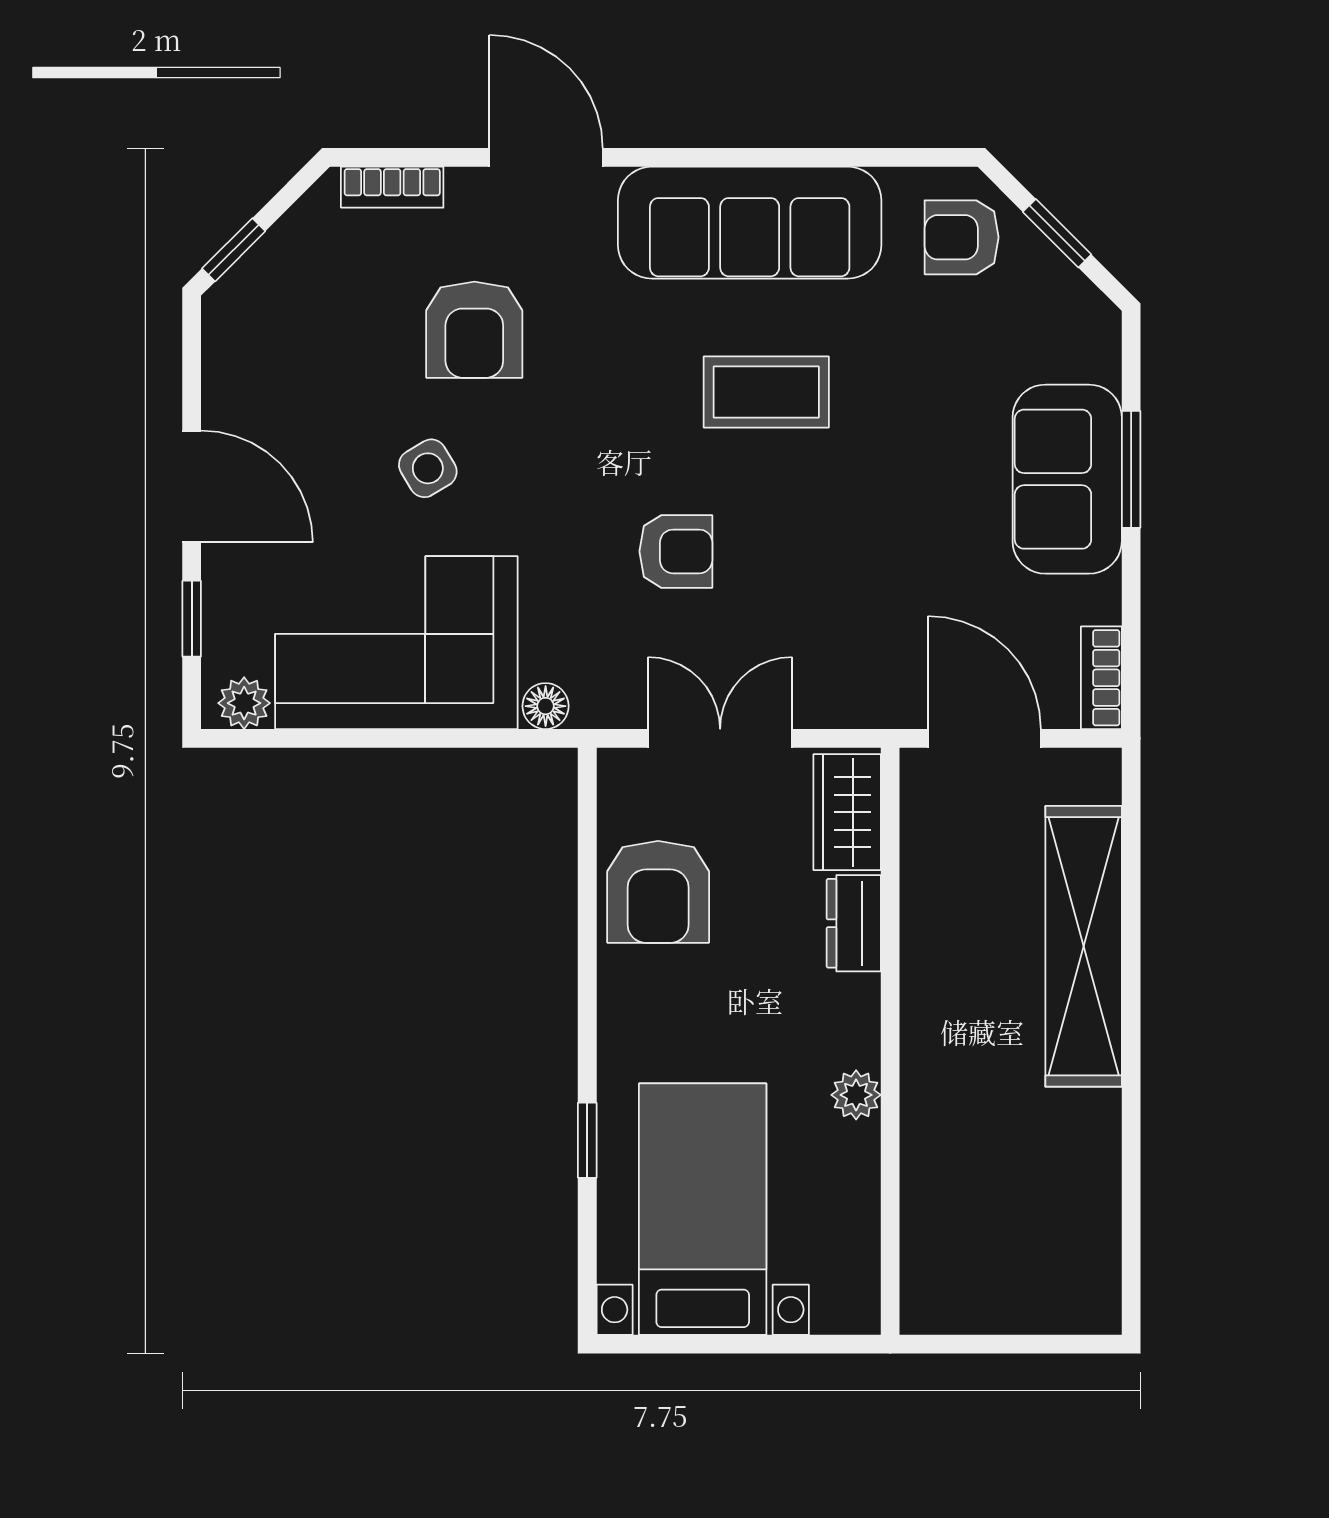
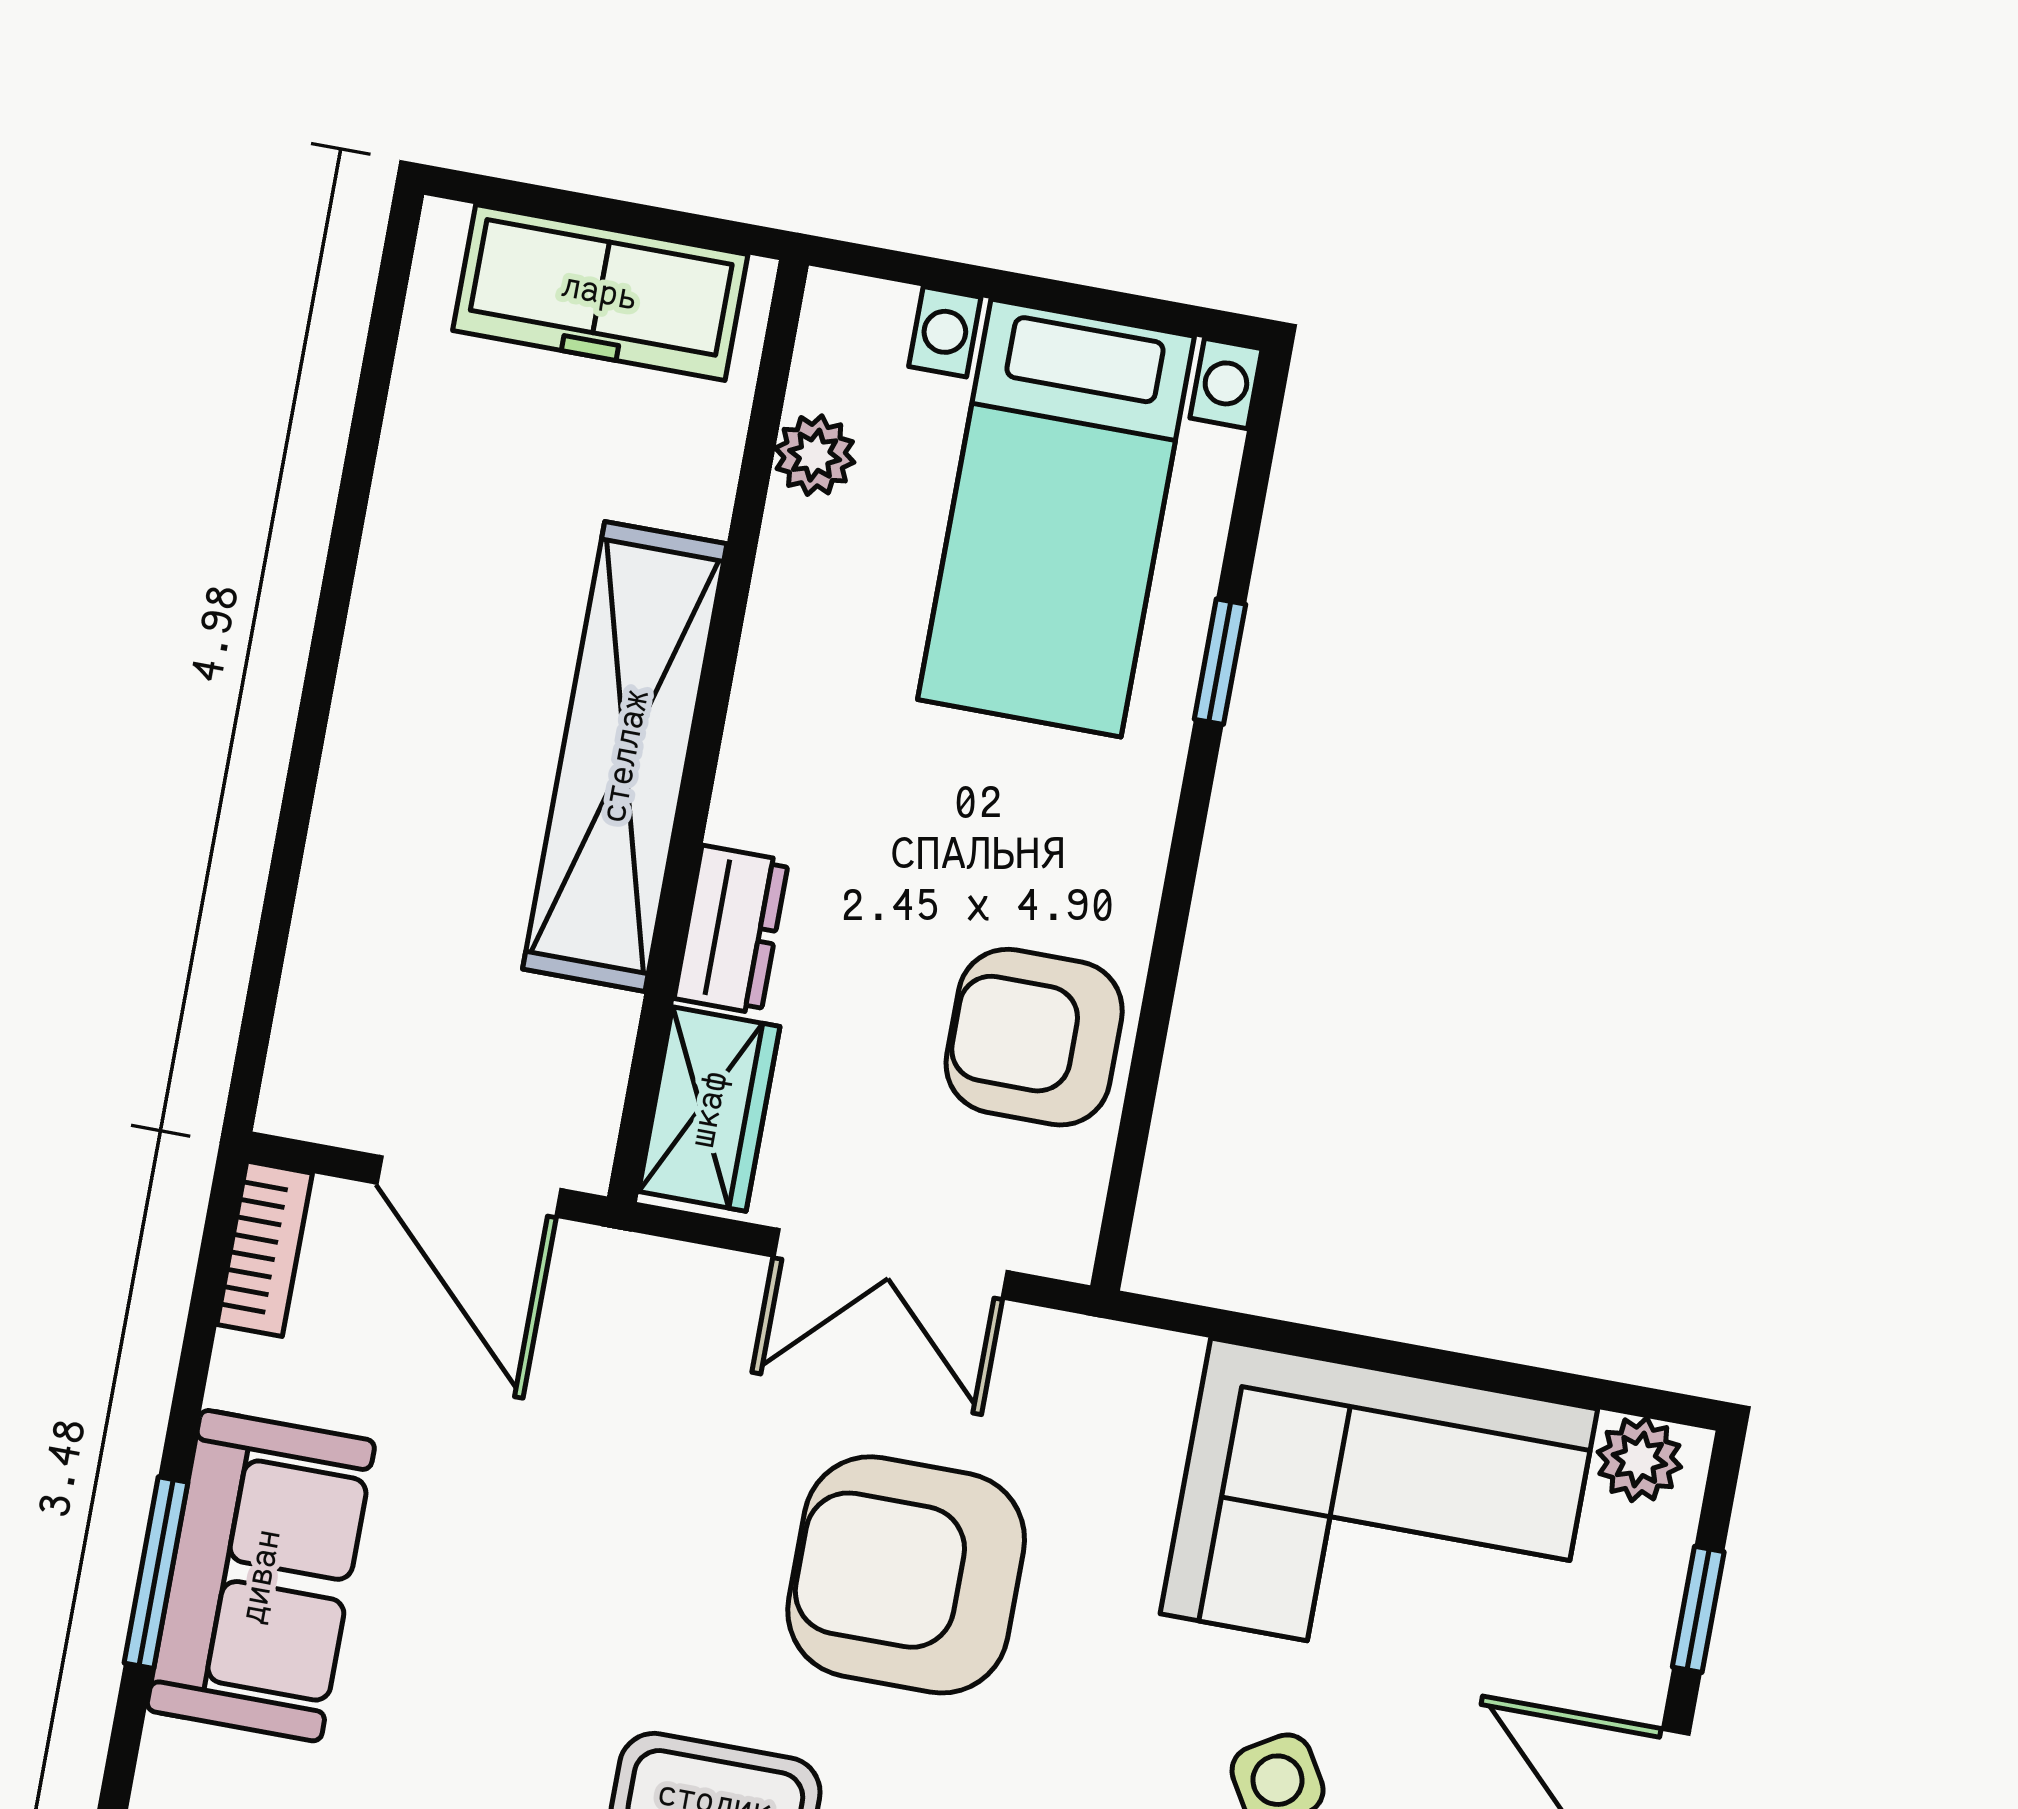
armchair: (676, 551) -> (906, 1575), width x1.88, depth x1.88
floor lamp: (546, 706) -> (1159, 1366), removed
armchair: (658, 892) -> (1034, 1037), turned -90
shelving: (1084, 946) -> (625, 756), moved
plant: (856, 1095) -> (815, 455), moved
freezer: (1004, 1295) -> (600, 292), added

